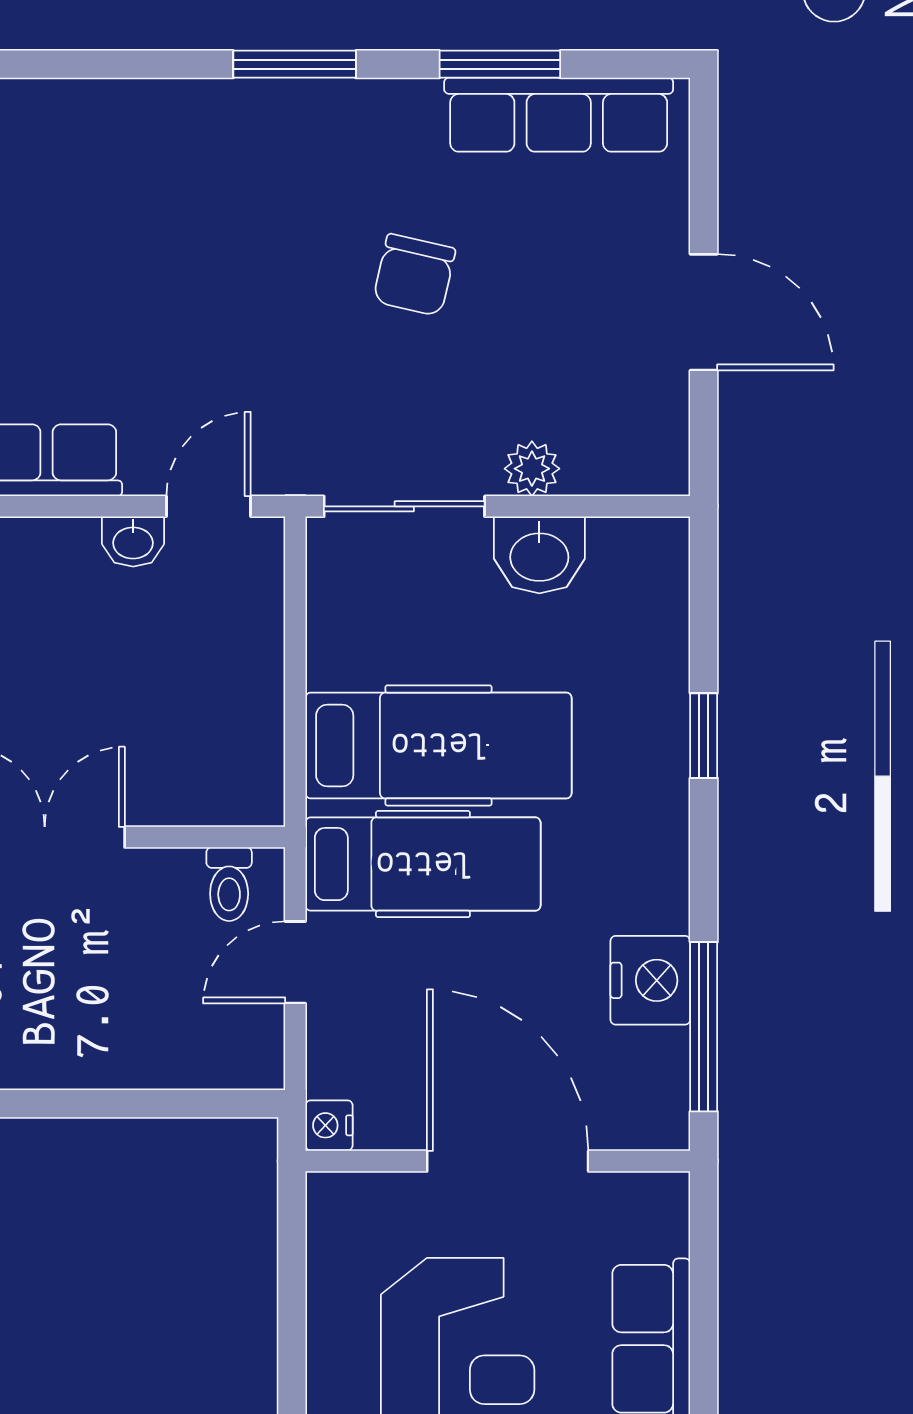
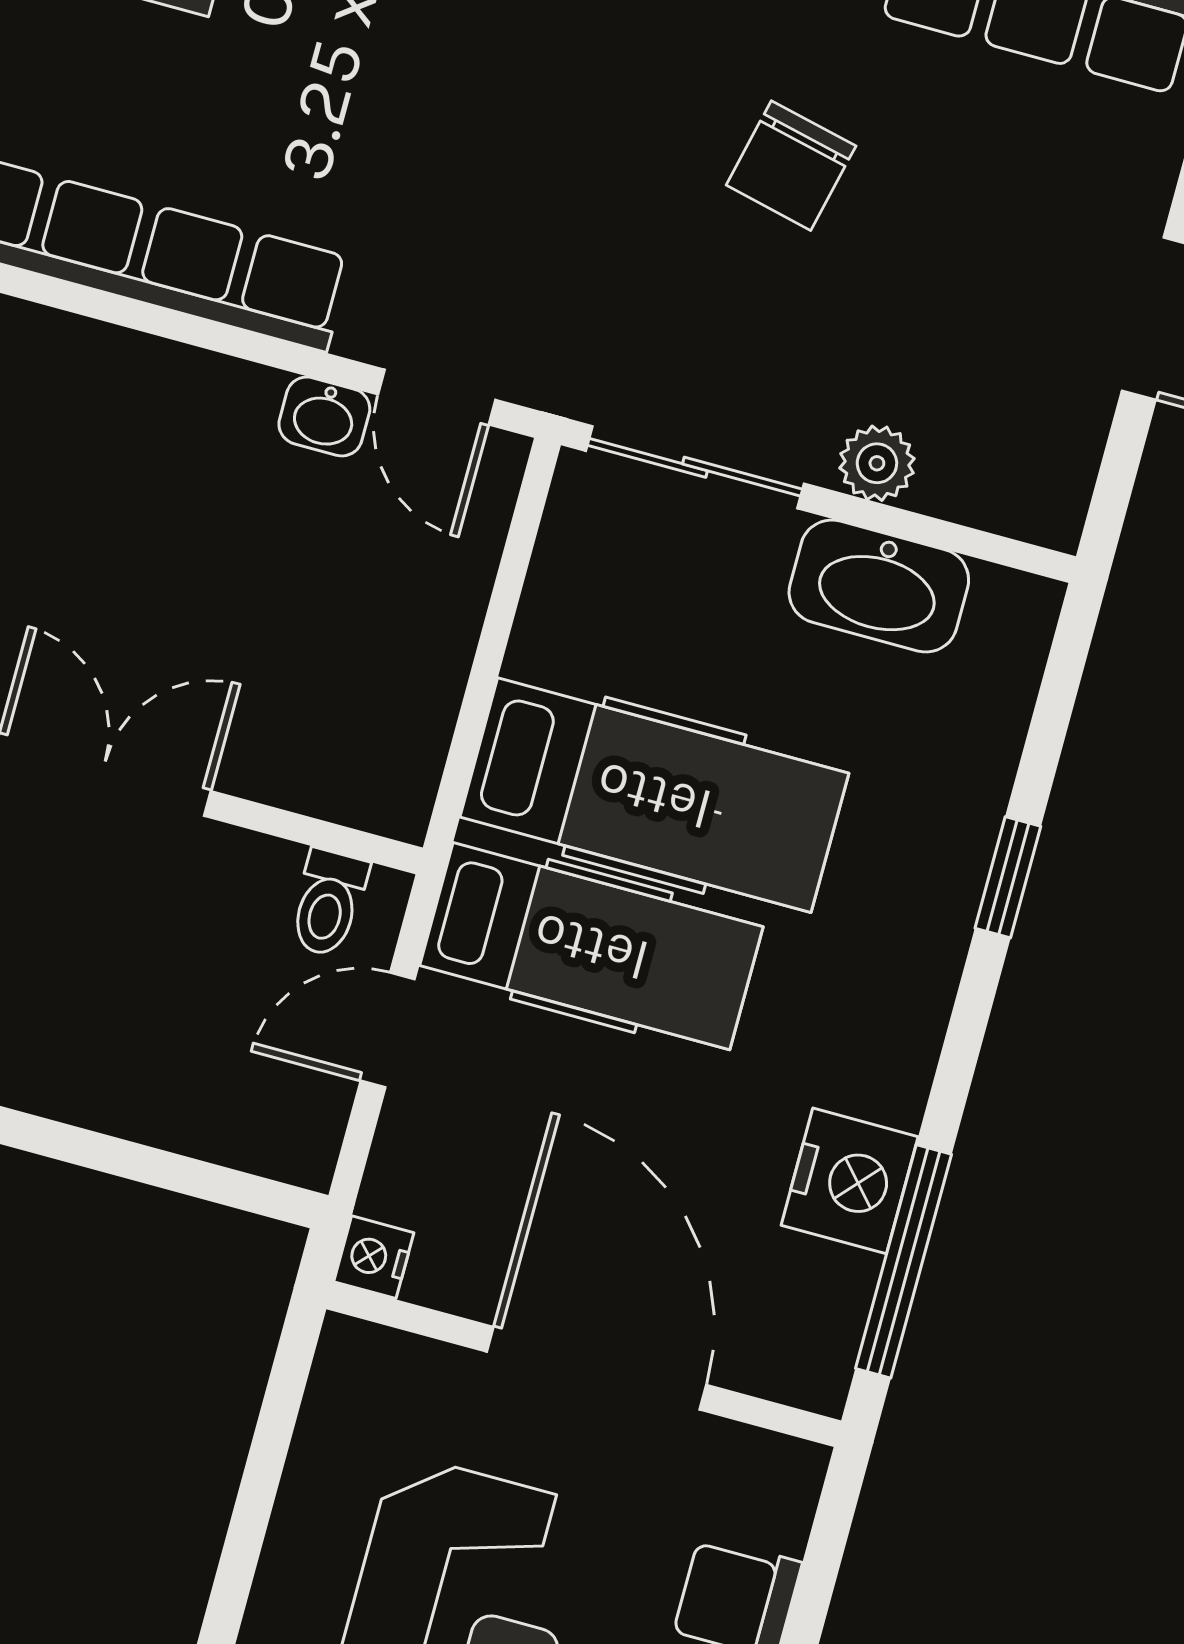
door: (209, 506) -> (437, 397), swing flipped
washbasin: (539, 555) -> (879, 586), width x1.38

